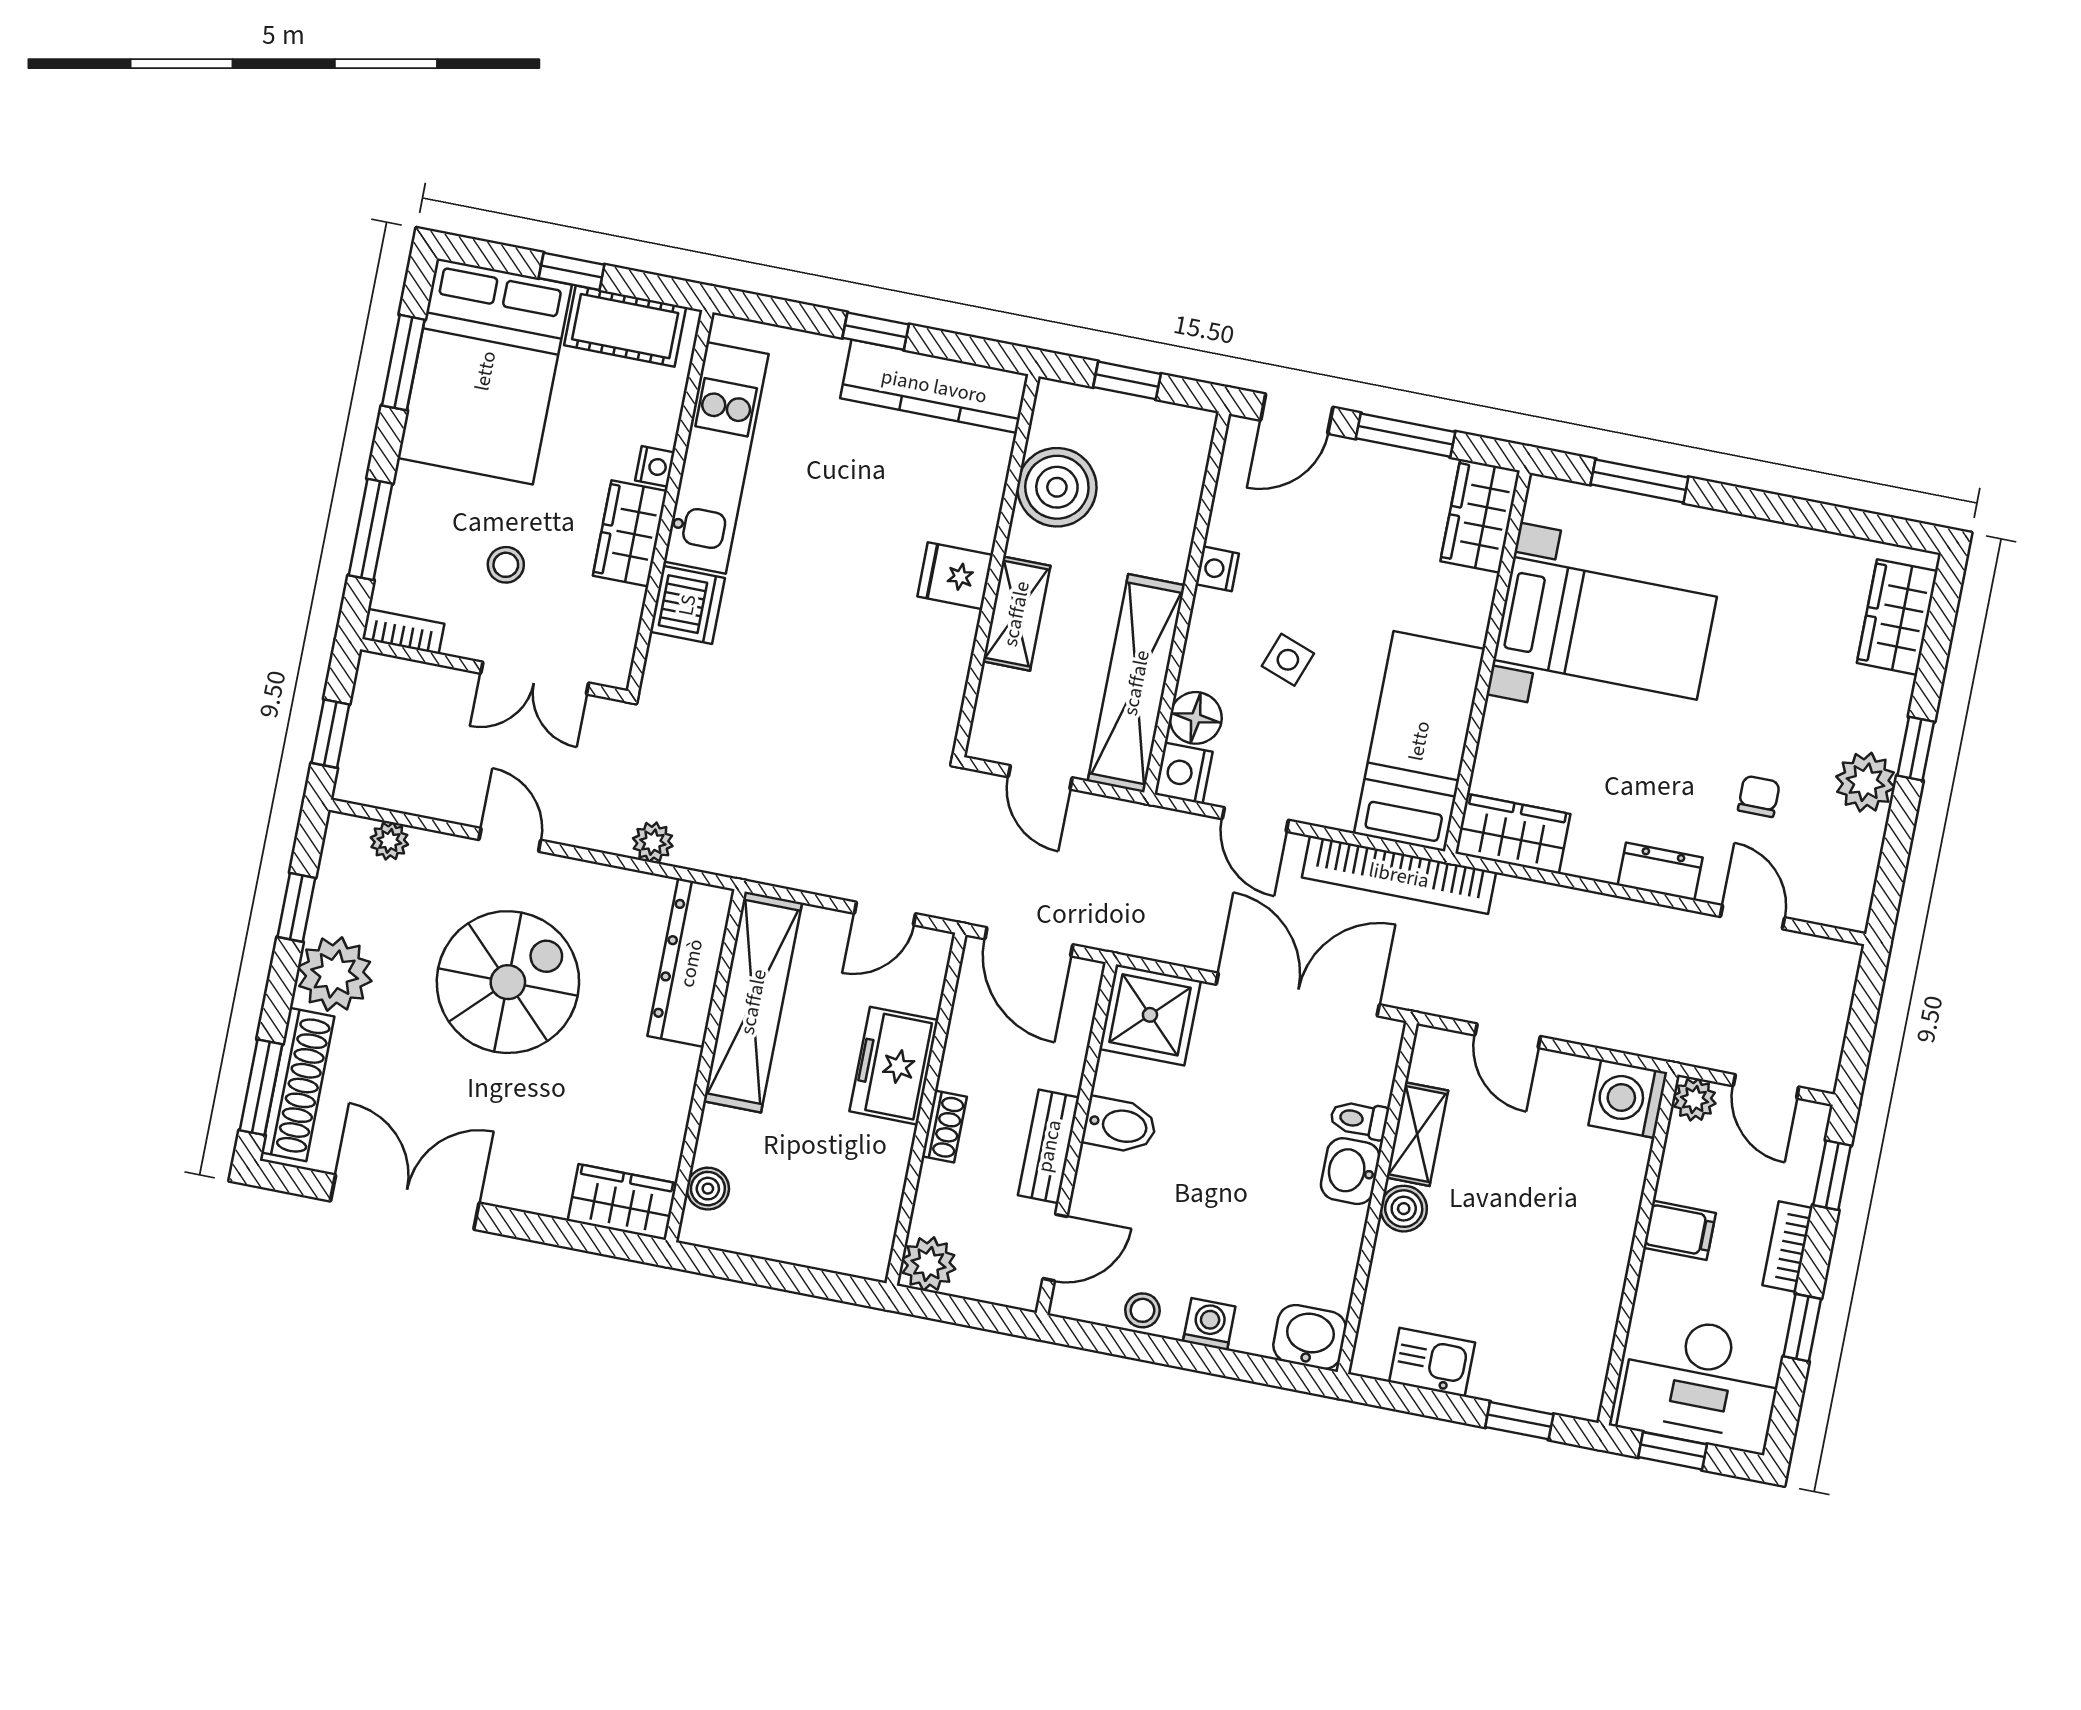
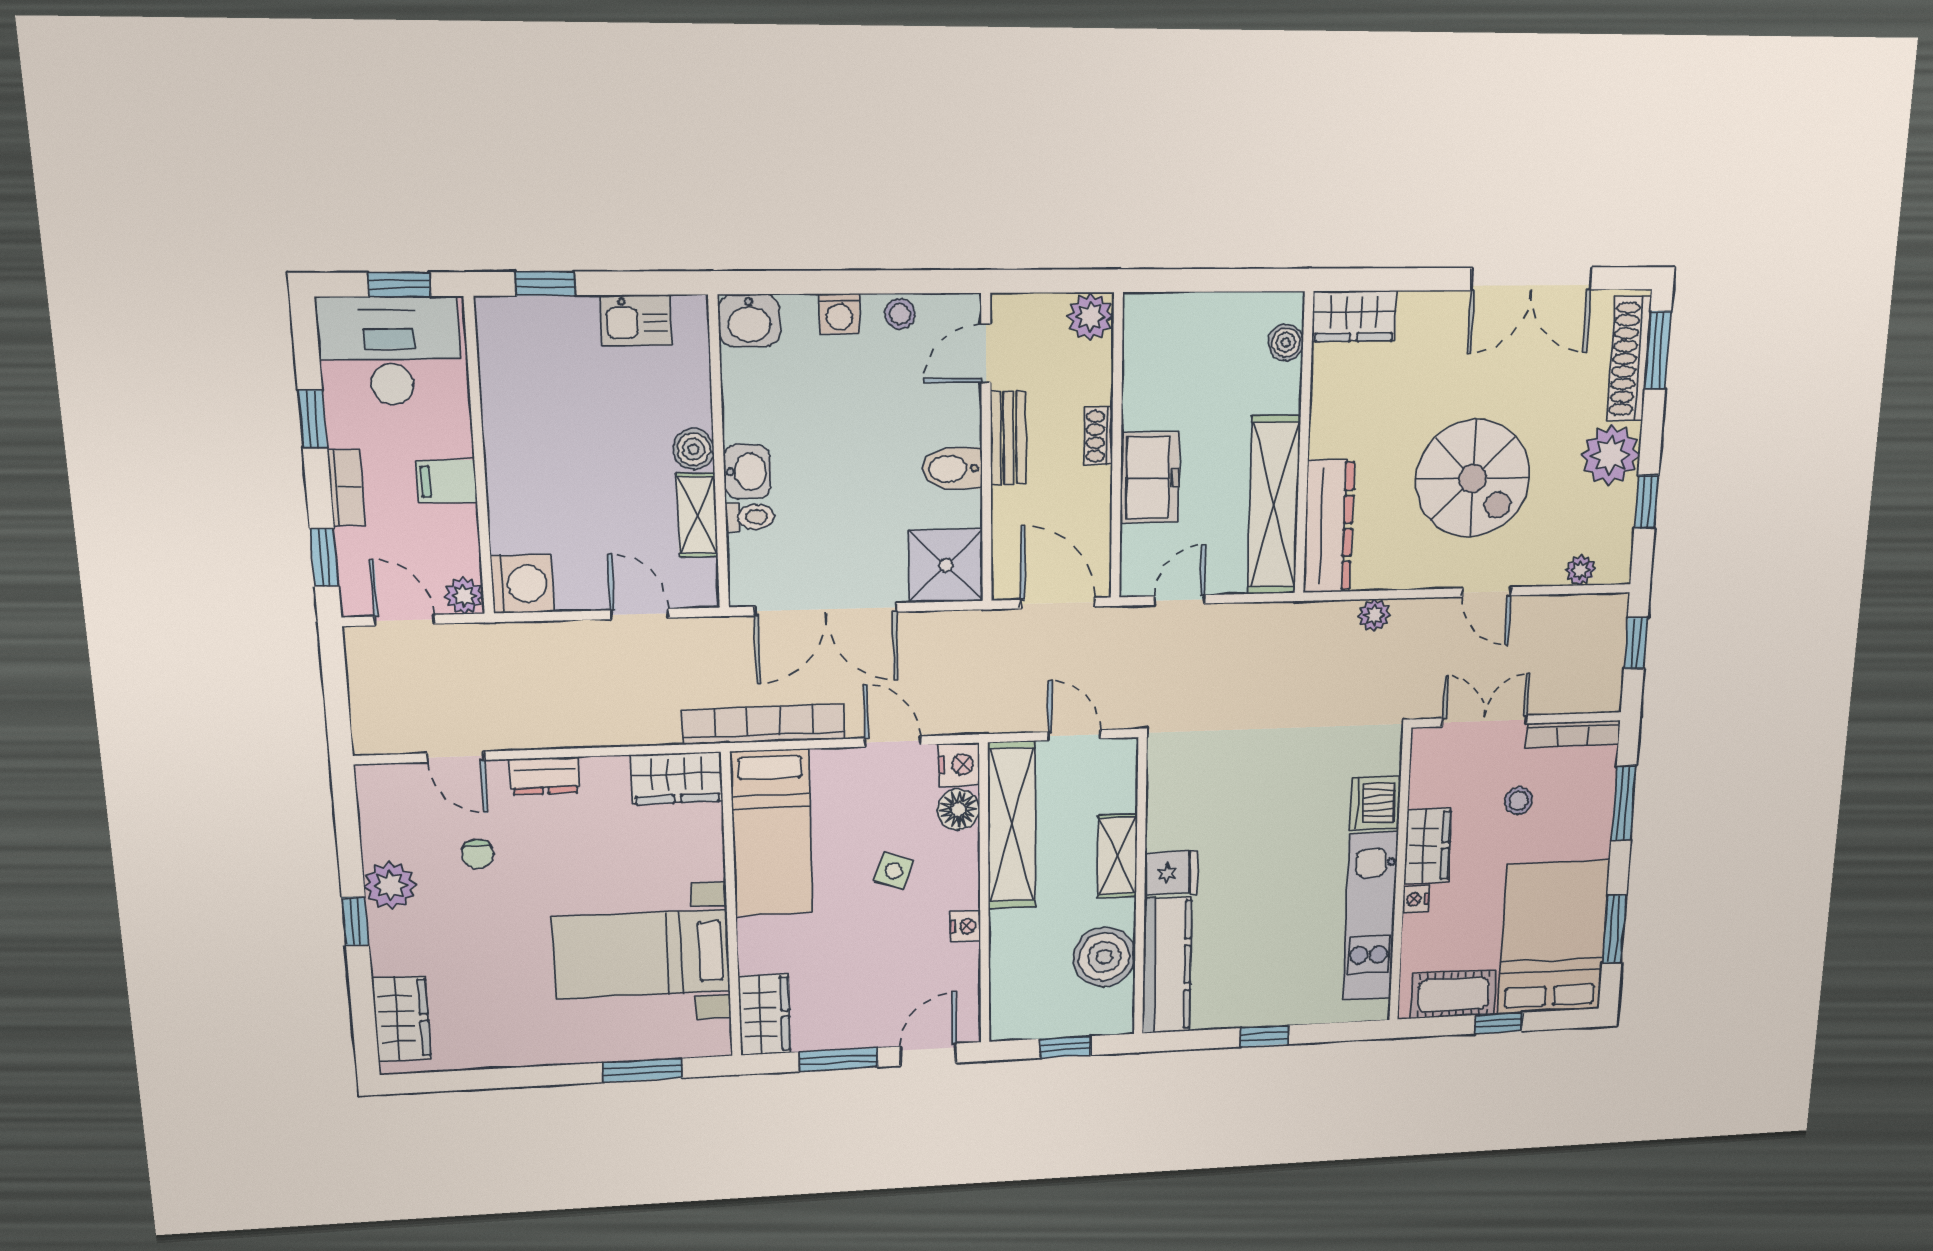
kitchen counter: (934, 386) -> (1167, 965), moved, turned 90
bookcase: (403, 631) -> (1573, 734), width x1.56
spiral stairs: (508, 982) -> (1473, 478), turned -90

